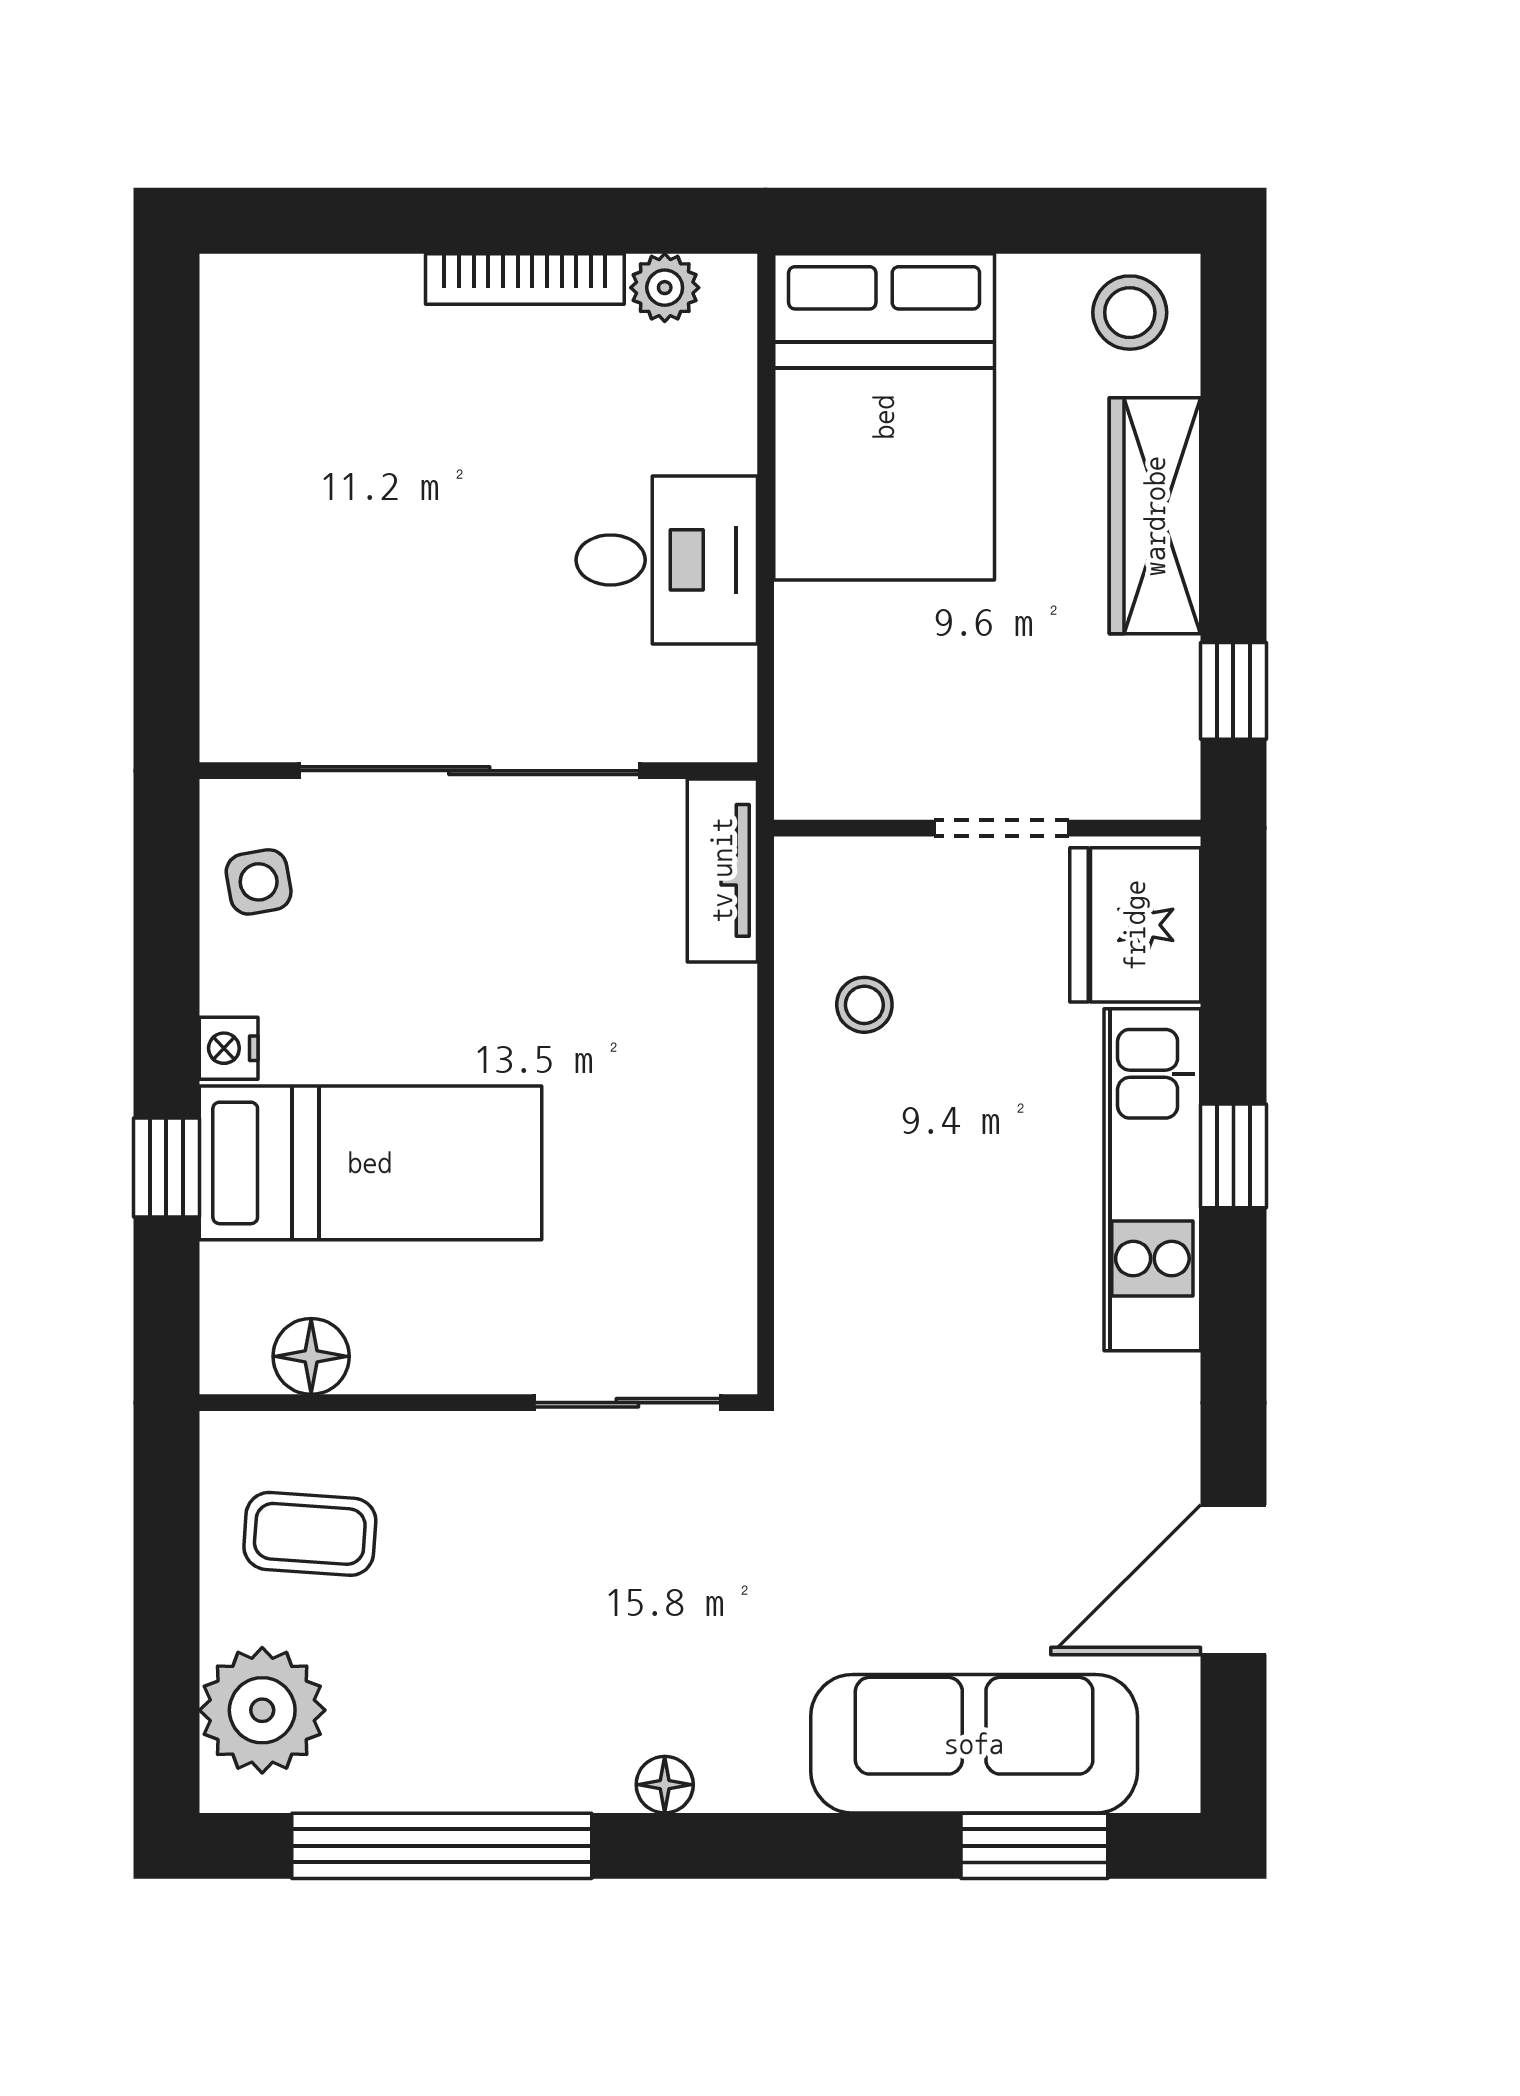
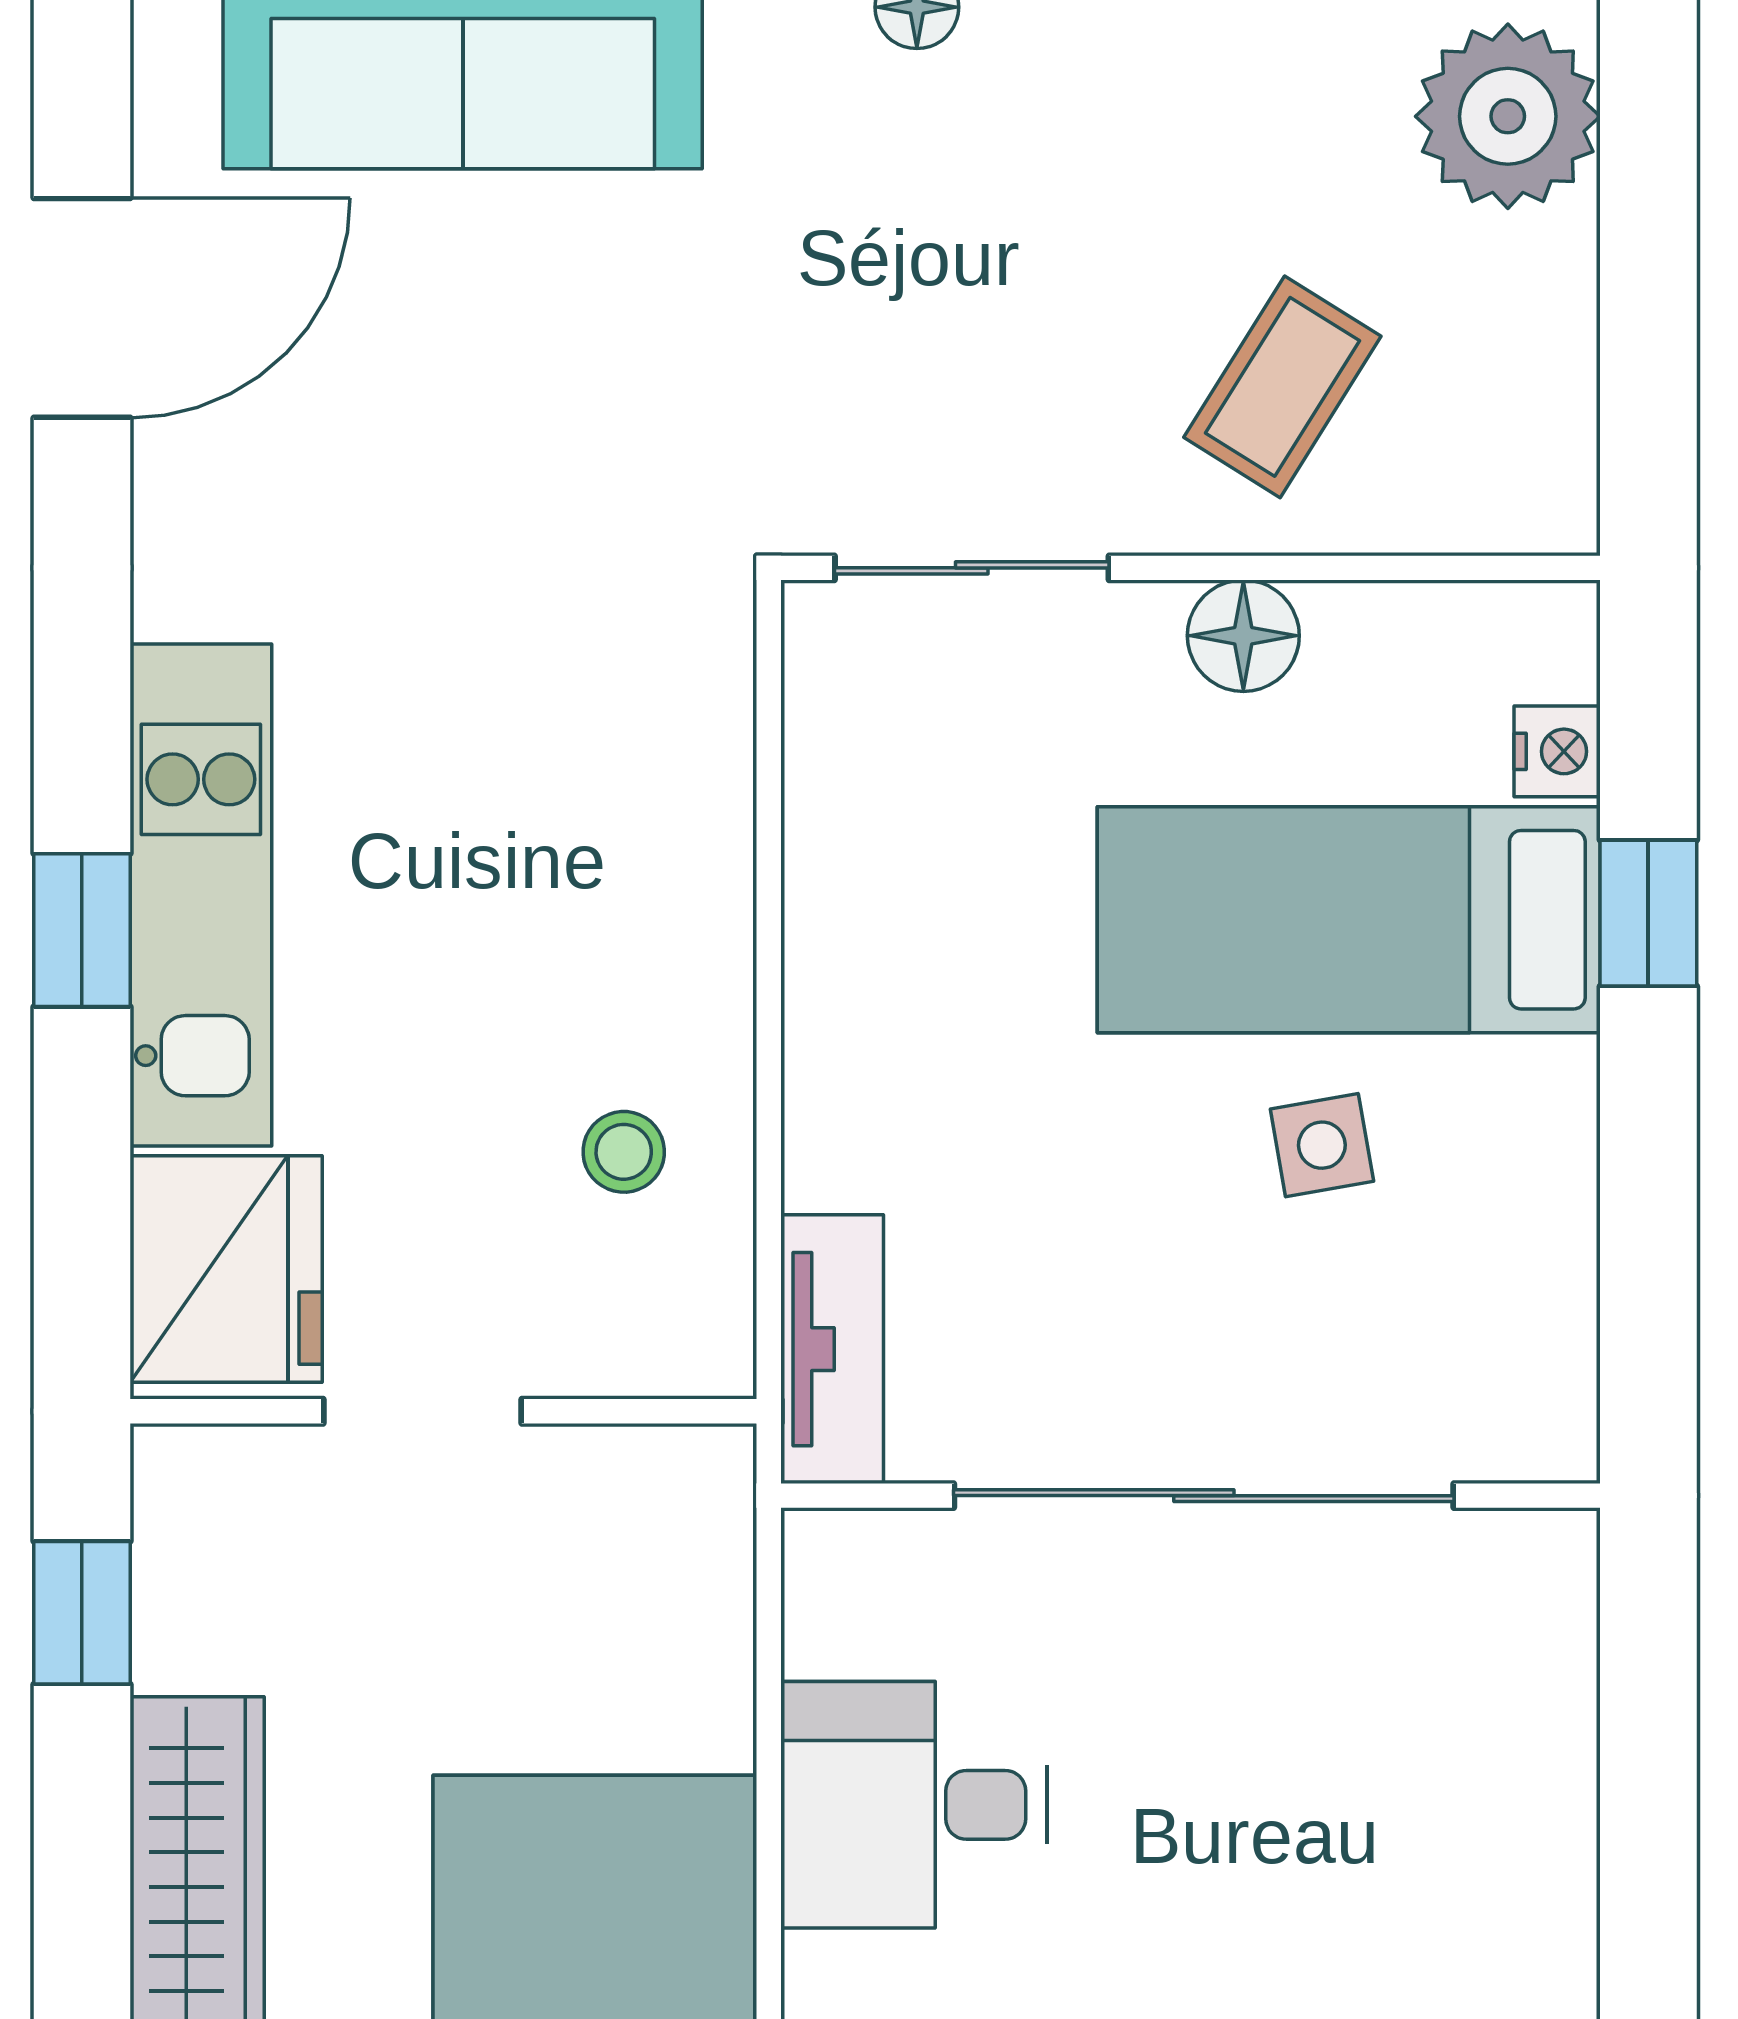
side table: (259, 882) -> (1322, 1145), moved
nightstand: (229, 1048) -> (1557, 751), moved
floor lamp: (311, 1356) -> (1243, 636), moved
coffee table: (310, 1534) -> (1282, 387), moved, turned -62

